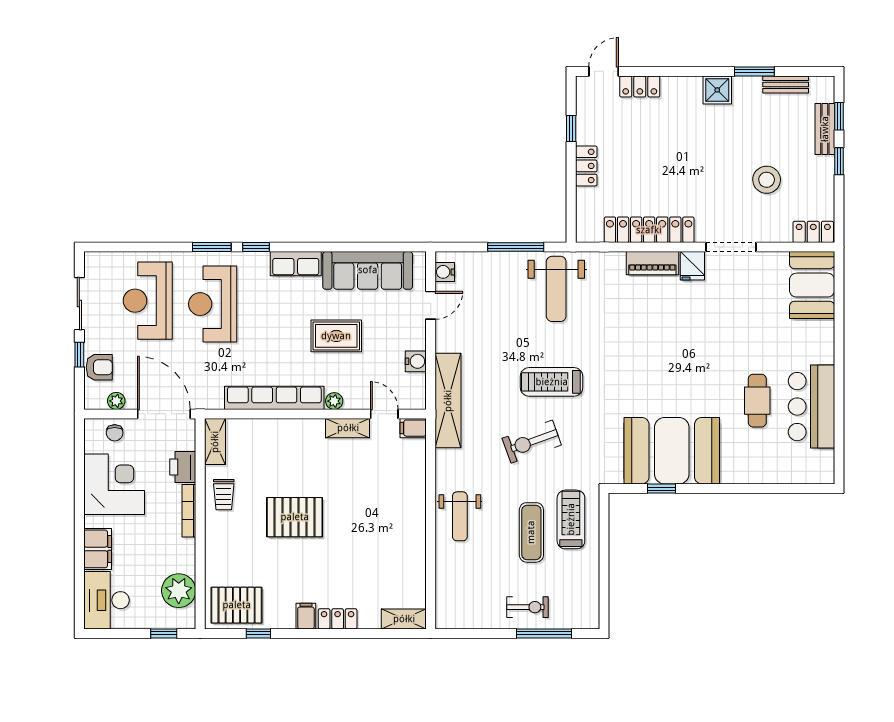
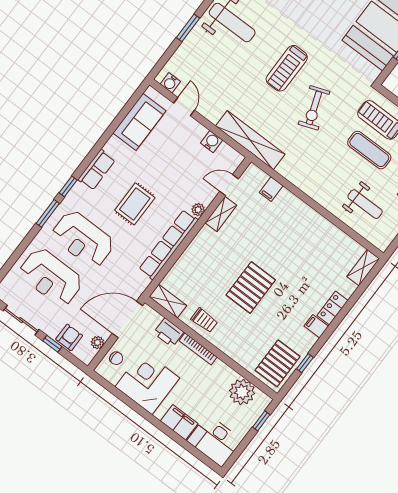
window: (516, 247) -> (188, 28), width x0.69
sofa: (368, 270) -> (139, 122), width x0.73
rug: (336, 336) -> (135, 204), moved
filing cabinet: (413, 428) -> (271, 189), moved
weight bench: (460, 516) -> (365, 204), moved

